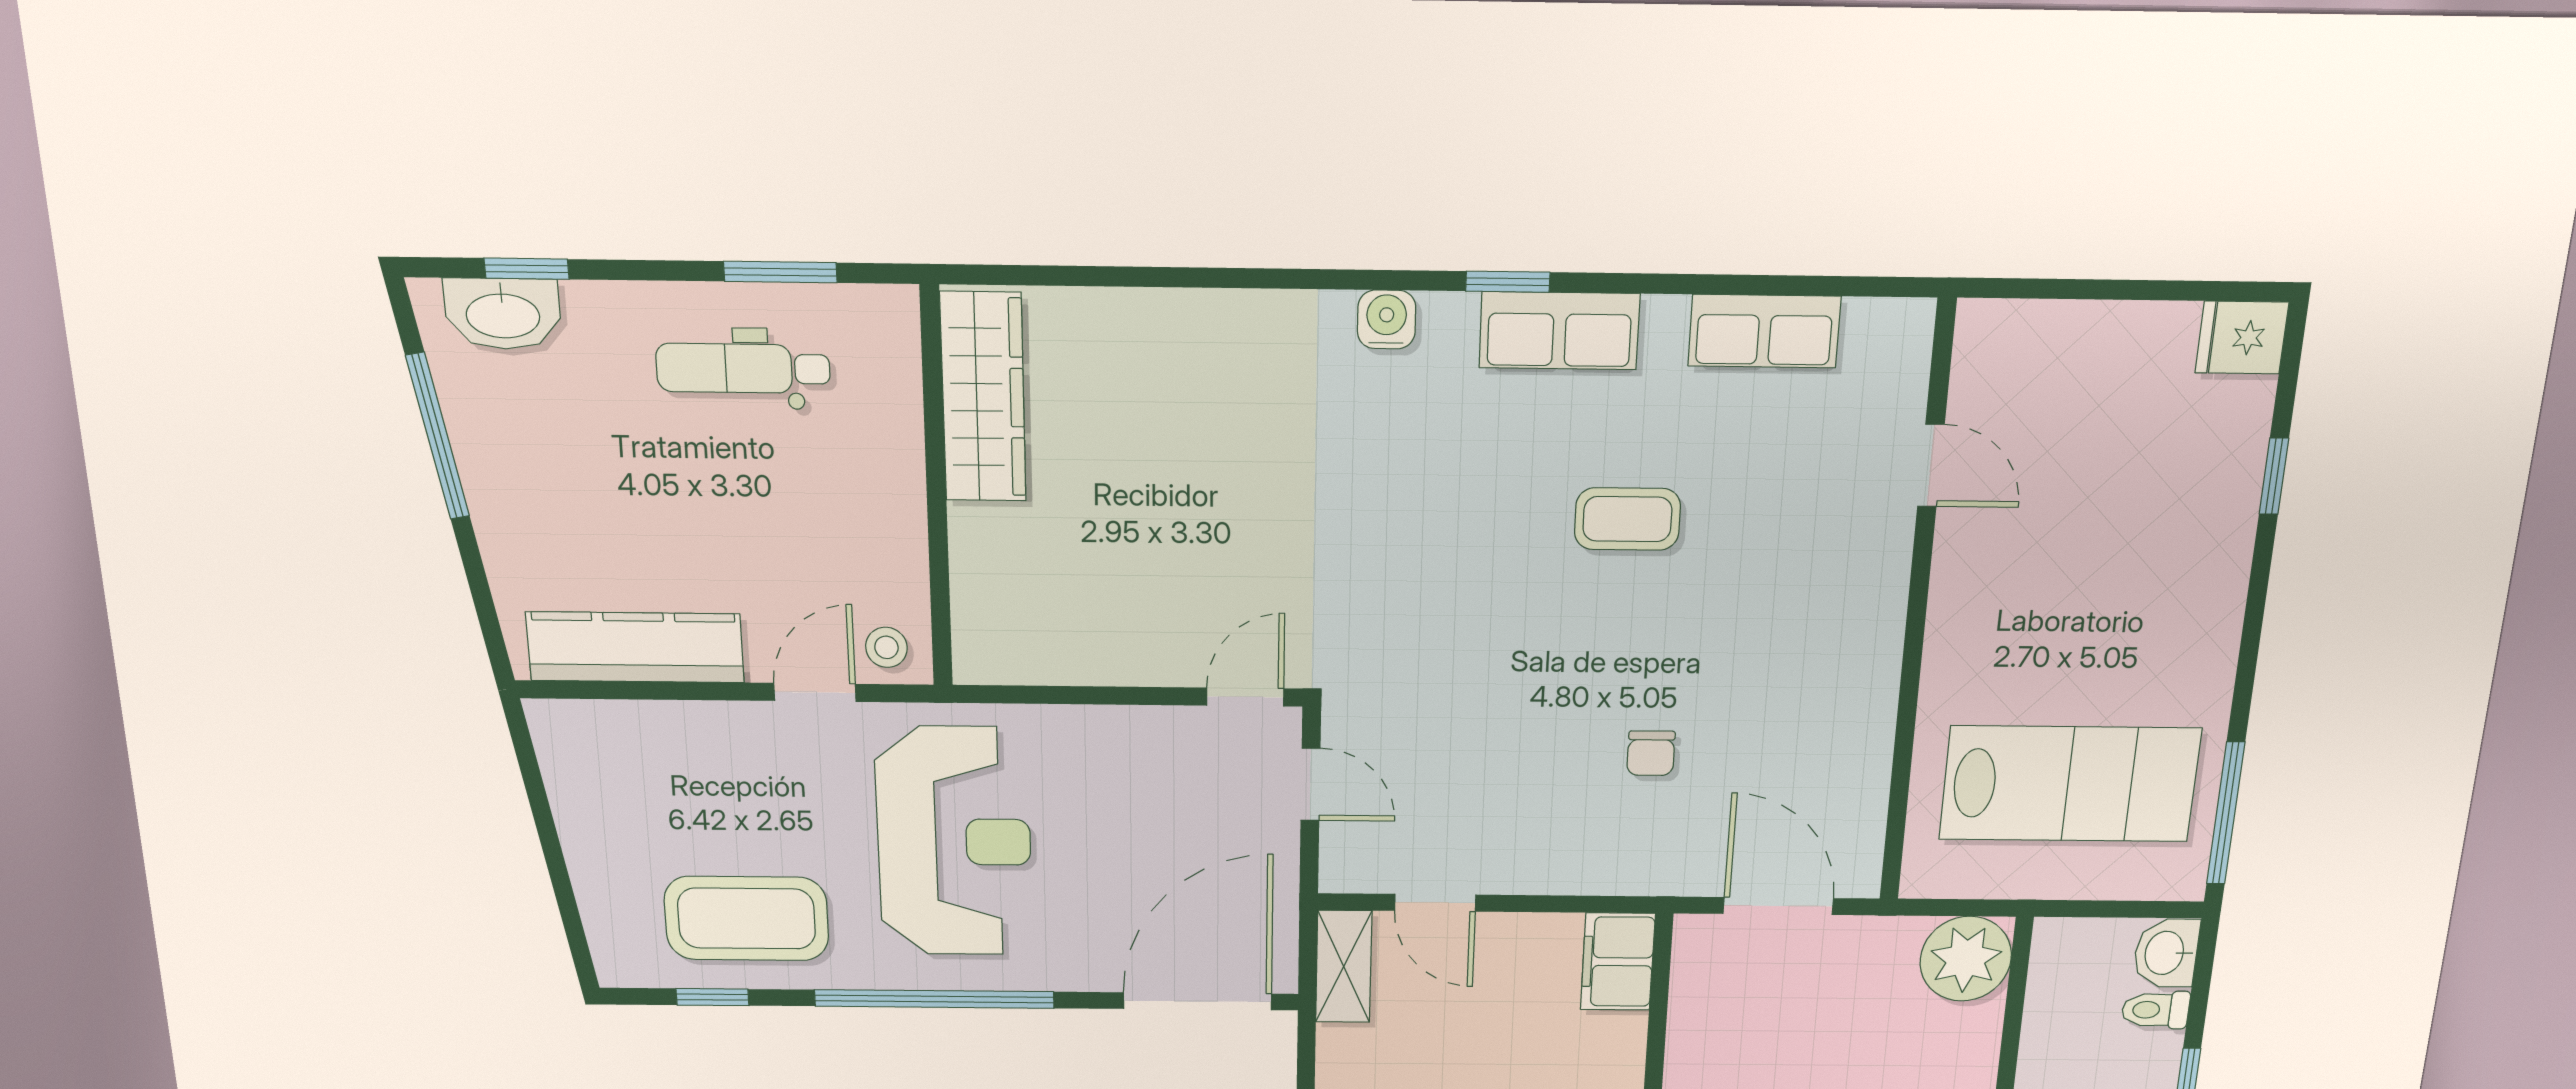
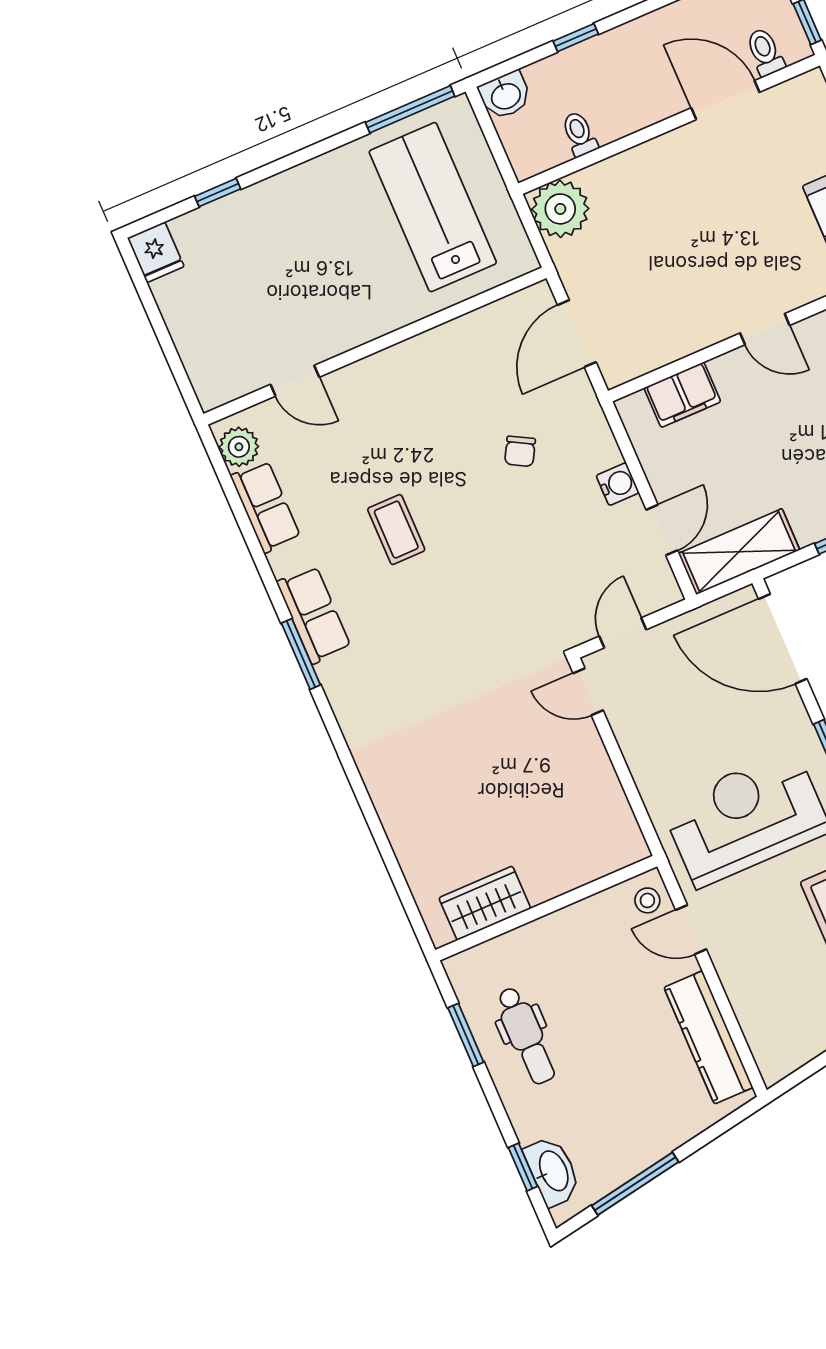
window: (1508, 282) -> (301, 654), width x1.50
water cooler: (1387, 319) -> (618, 484), moved, turned 180
plant: (1878, 331) -> (239, 447), added
wardrobe: (983, 397) -> (485, 903), width x0.67
door: (1931, 465) -> (295, 381), swing flipped
chair: (1651, 753) -> (520, 451), turned 119
filing cabinet: (1618, 962) -> (682, 395), moved
shelving: (1344, 967) -> (739, 552), width x1.50, depth x1.33
toilet: (2155, 1010) -> (579, 134), moved, turned 180

